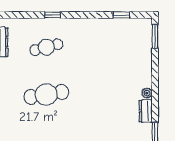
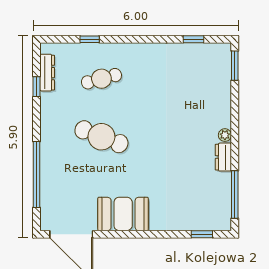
window: (52, 15) -> (90, 39), moved
cafe table: (46, 94) -> (101, 137), turned 30

